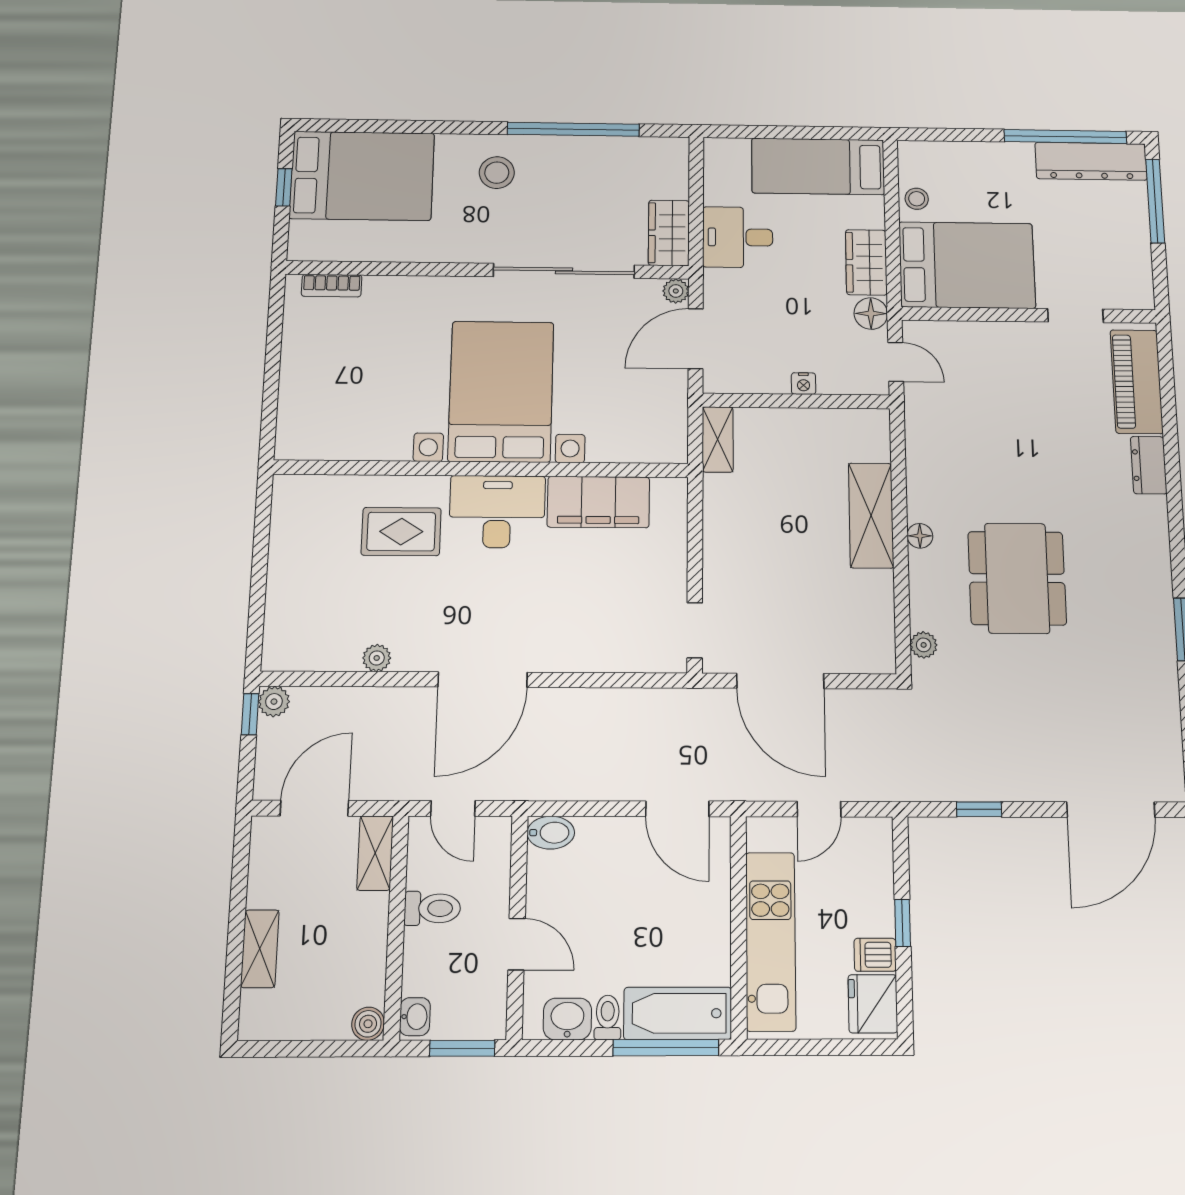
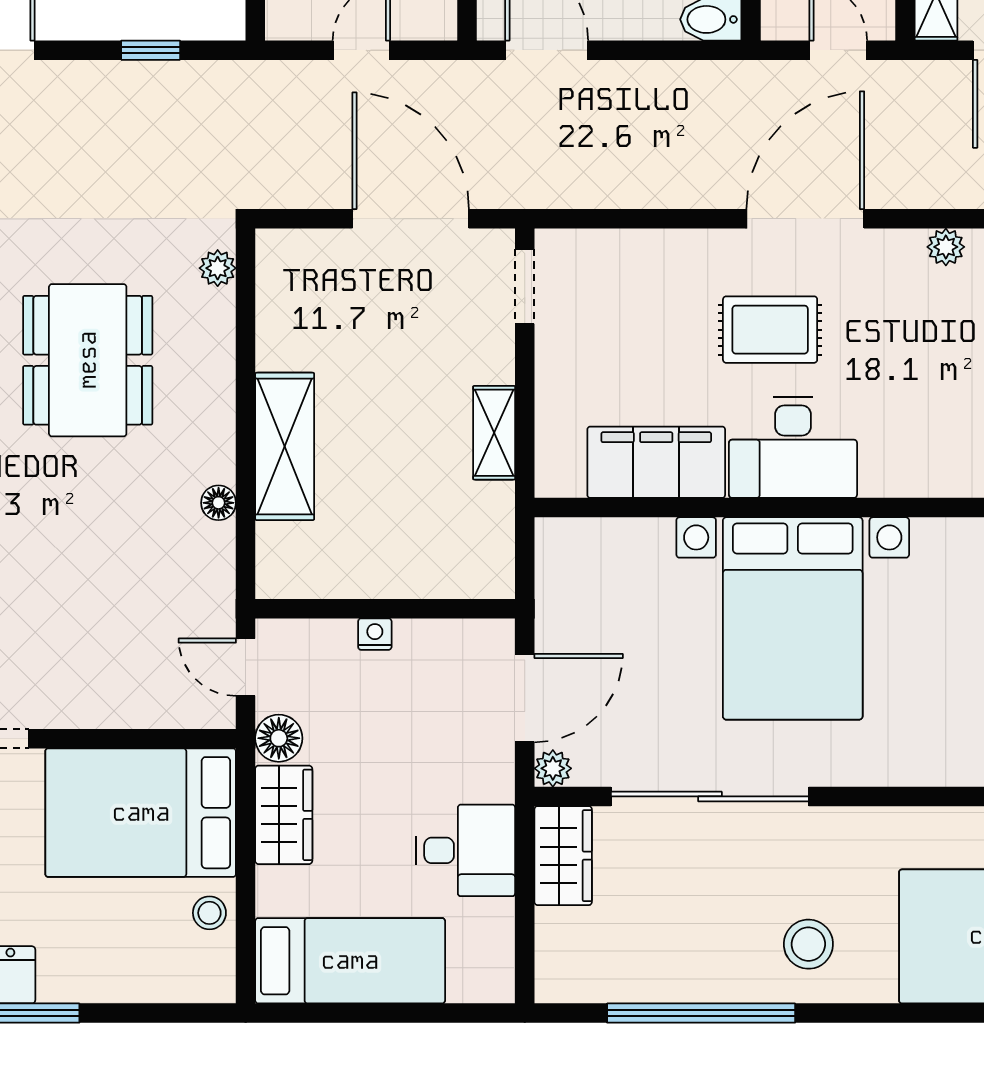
shelving: (718, 439) -> (494, 433), moved
rug: (401, 532) -> (770, 330), moved
floor lamp: (920, 536) -> (219, 503), moved

